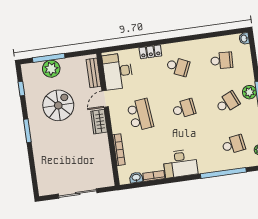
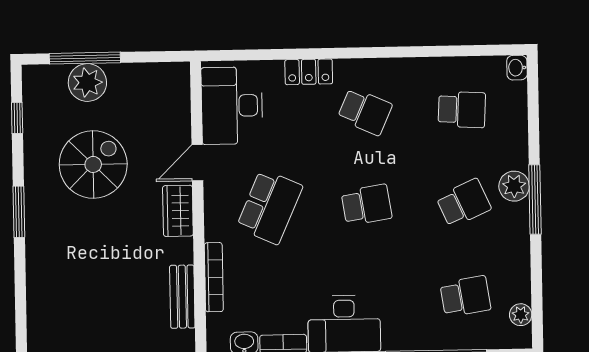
bench: (93, 73) -> (182, 297), moved
school desk: (140, 115) -> (270, 207), turned 30

